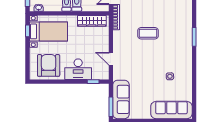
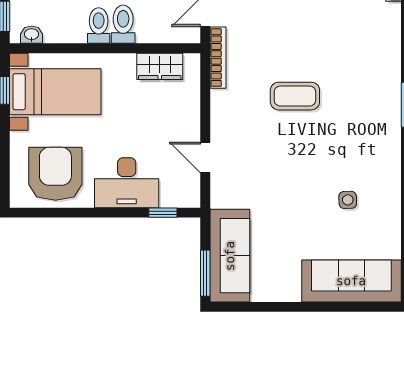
wardrobe: (92, 21) -> (160, 66), width x0.67

